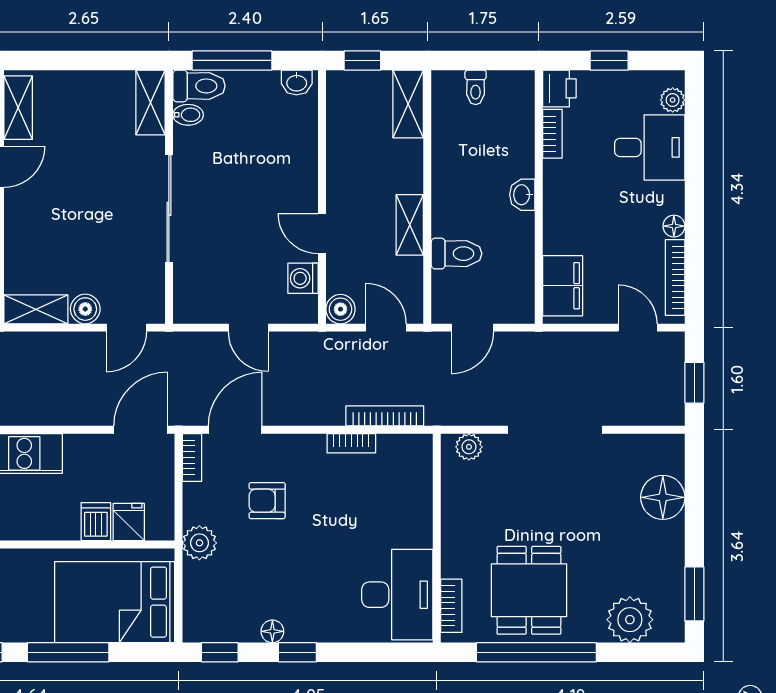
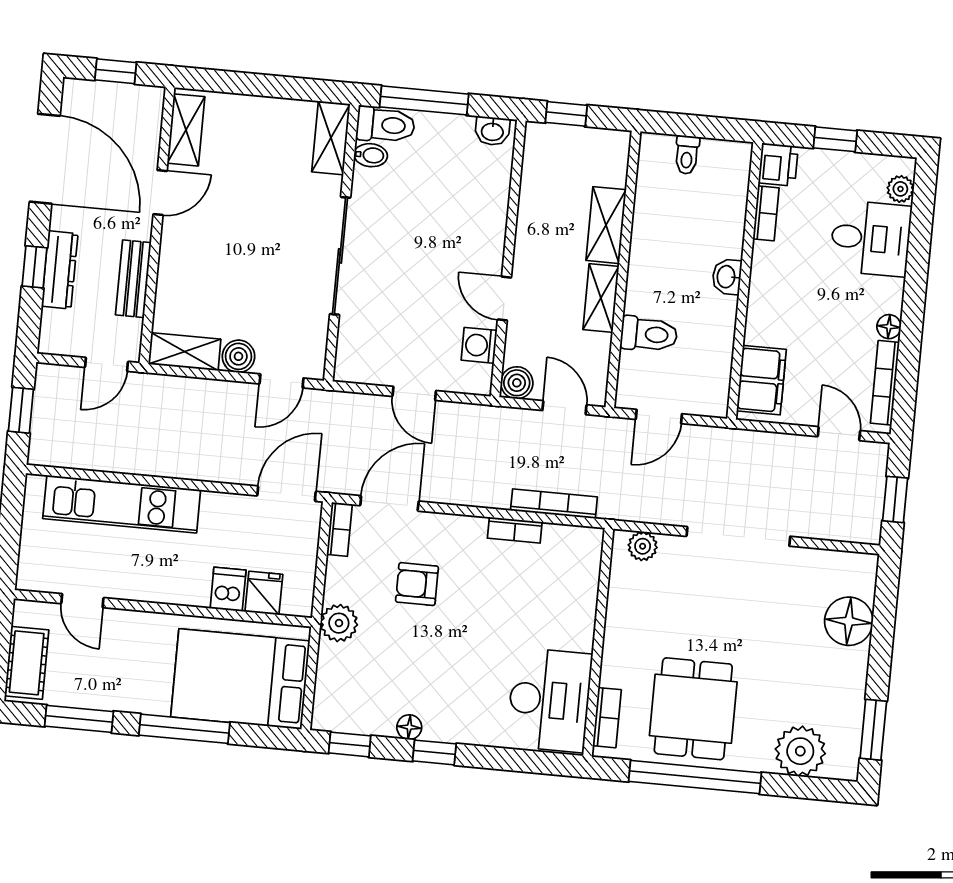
shelving: (408, 104) -> (606, 225), moved

